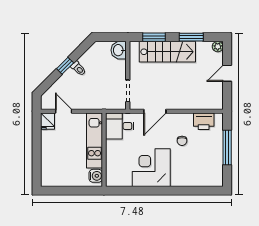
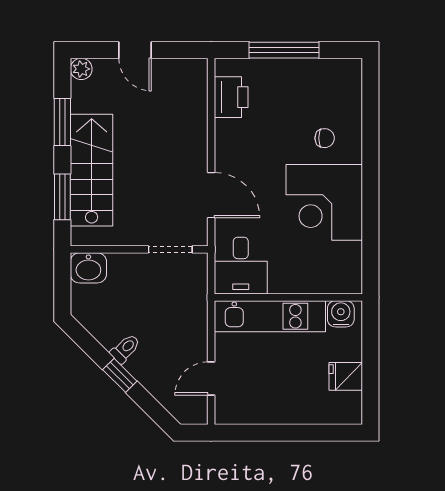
fridge: (47, 121) -> (346, 376), moved, turned 180
chair: (182, 141) -> (325, 138), moved

